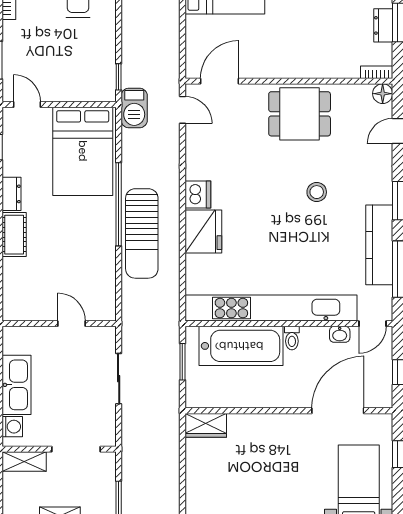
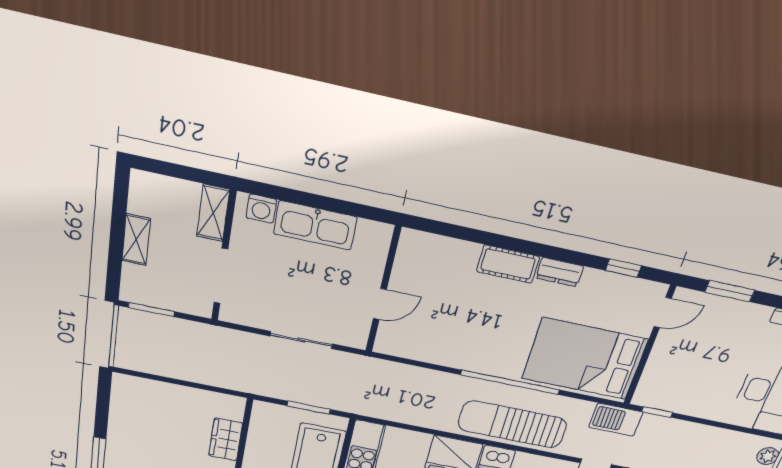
sun lounger: (142, 233) -> (512, 424), moved
wardrobe: (206, 425) -> (226, 439), moved

